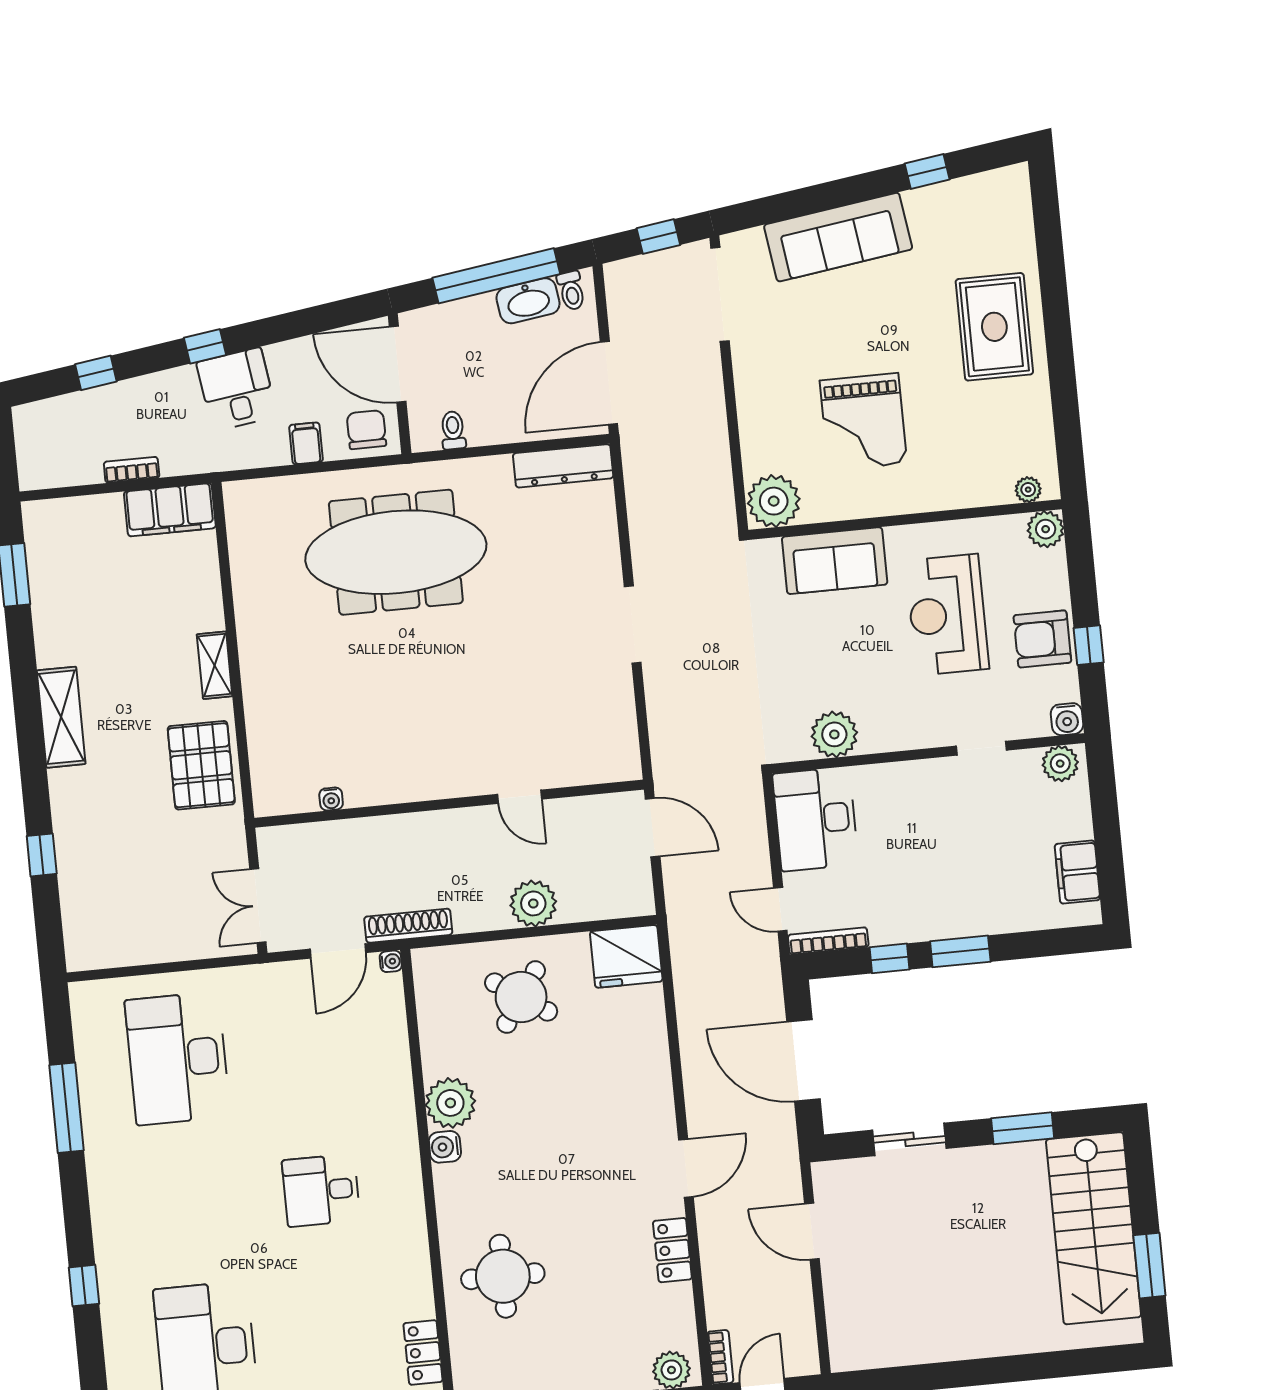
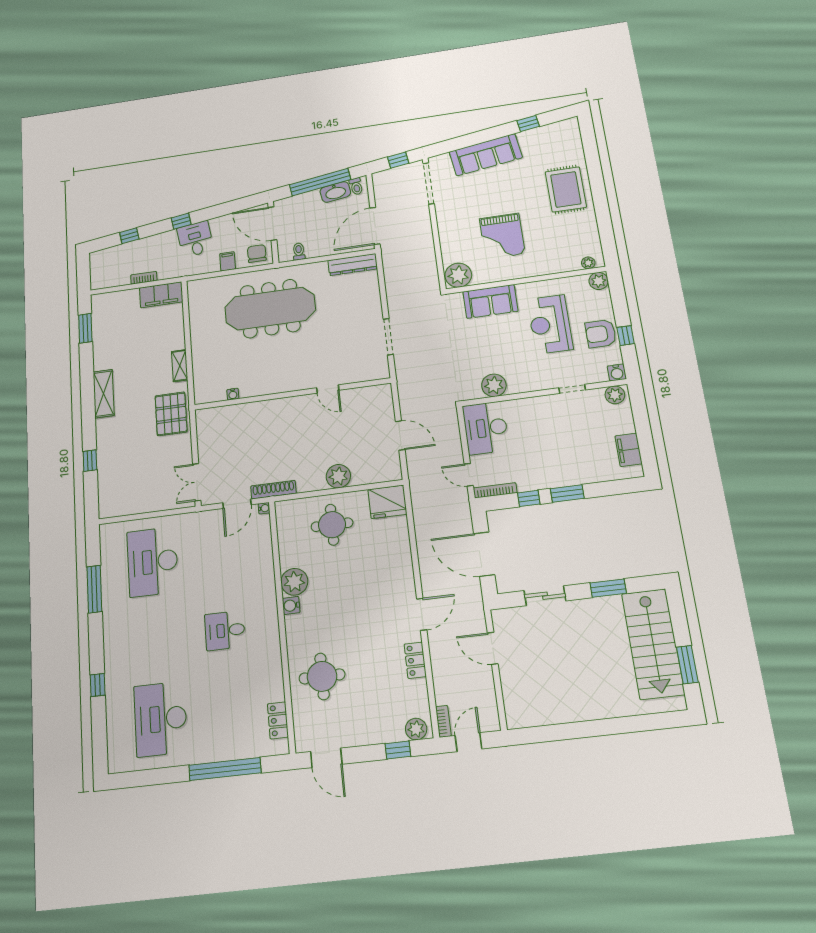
door: (519, 797) -> (328, 389), moved
water cooler: (331, 799) -> (233, 394), moved
wall: (449, 804) -> (292, 394), moved
round table: (521, 997) -> (332, 525), turned -34

